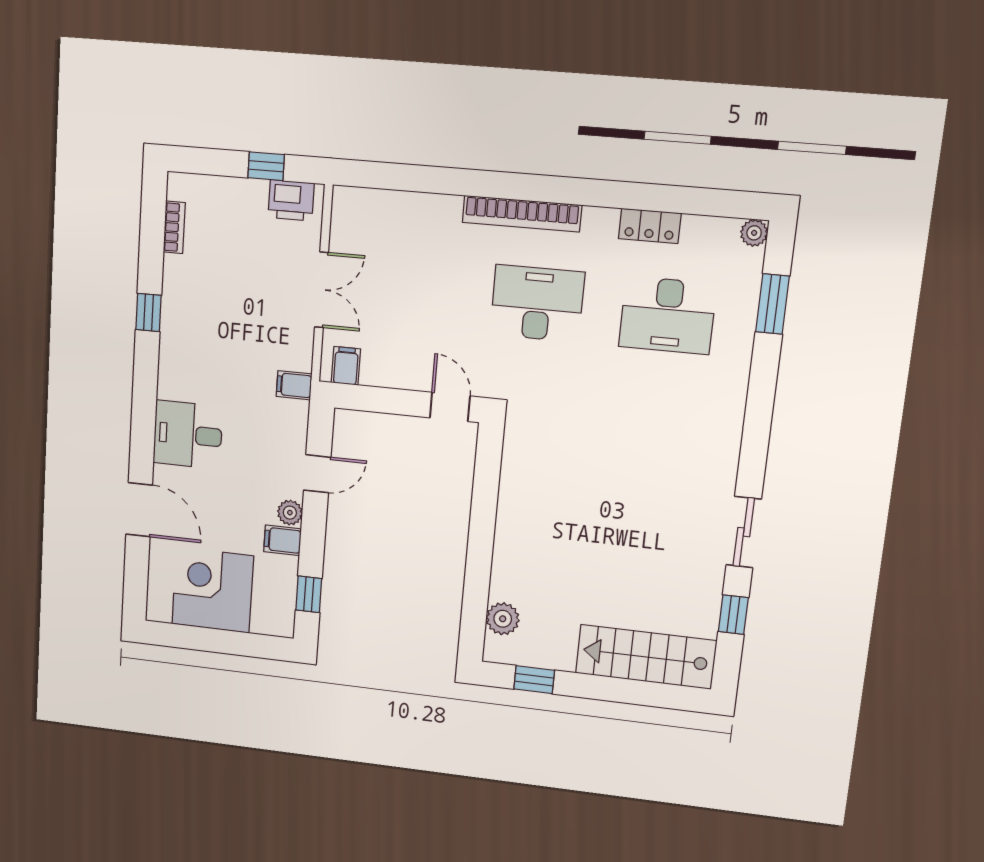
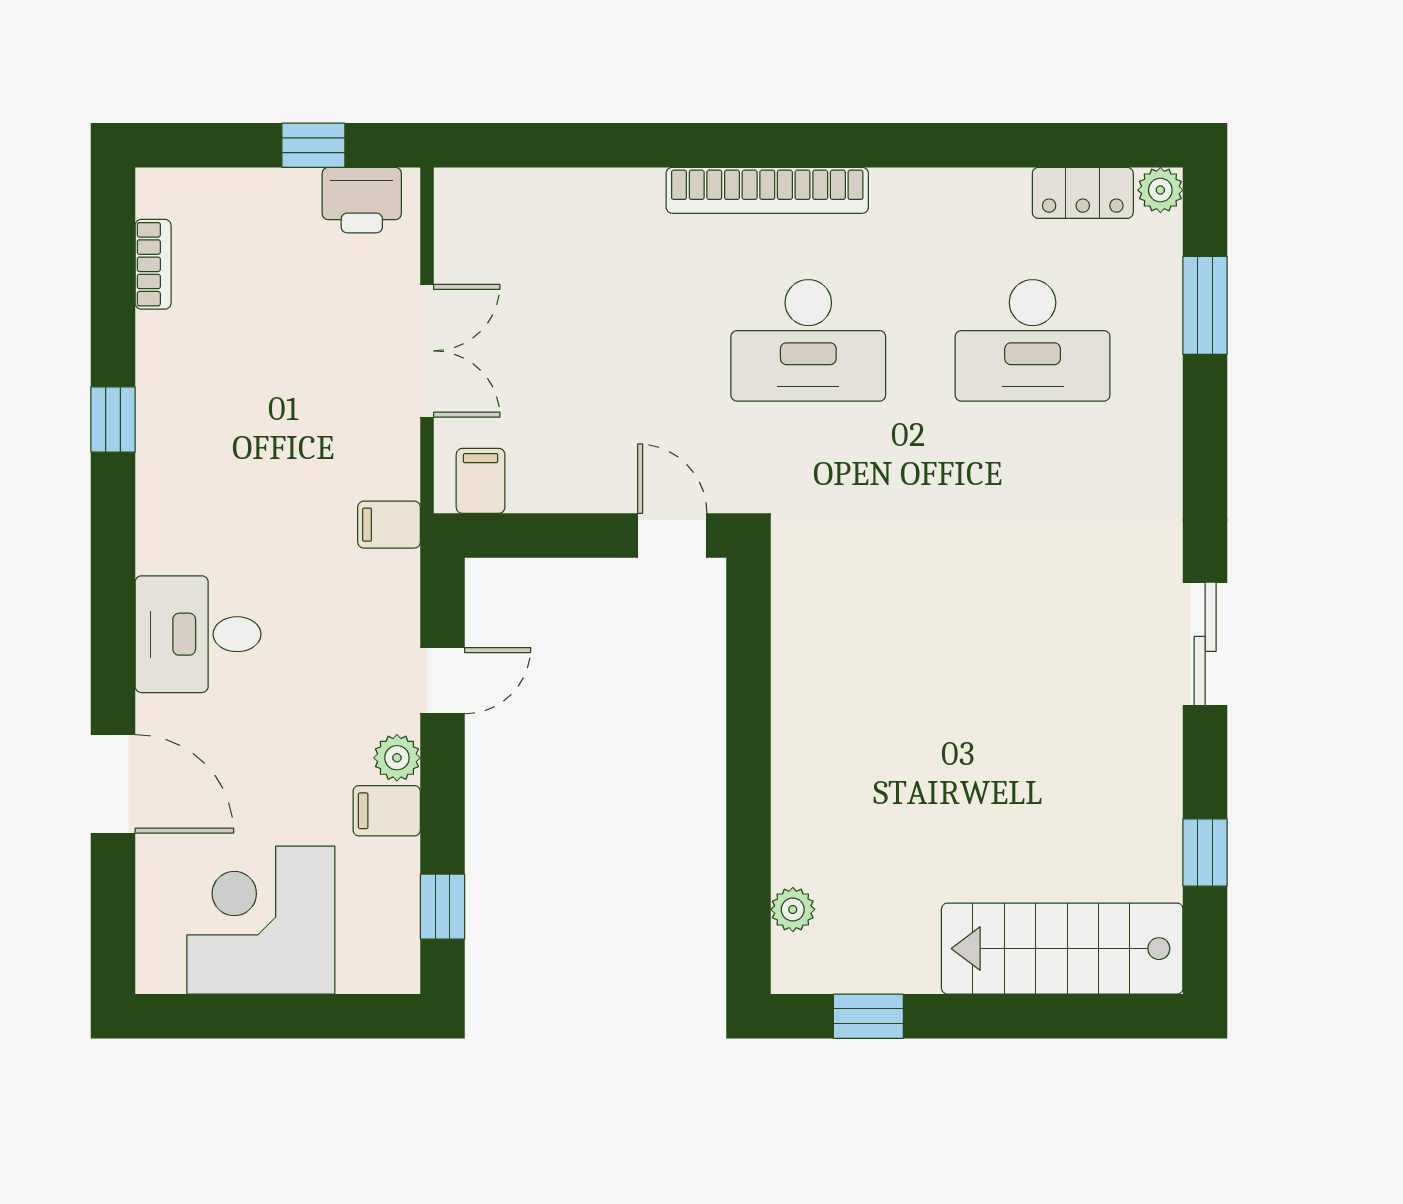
locker: (650, 226) -> (1083, 193), moved
desk: (537, 303) -> (808, 340), turned 180
sliding door: (744, 532) -> (1205, 644), moved
plant: (503, 619) -> (793, 909), width x0.73, depth x0.73

